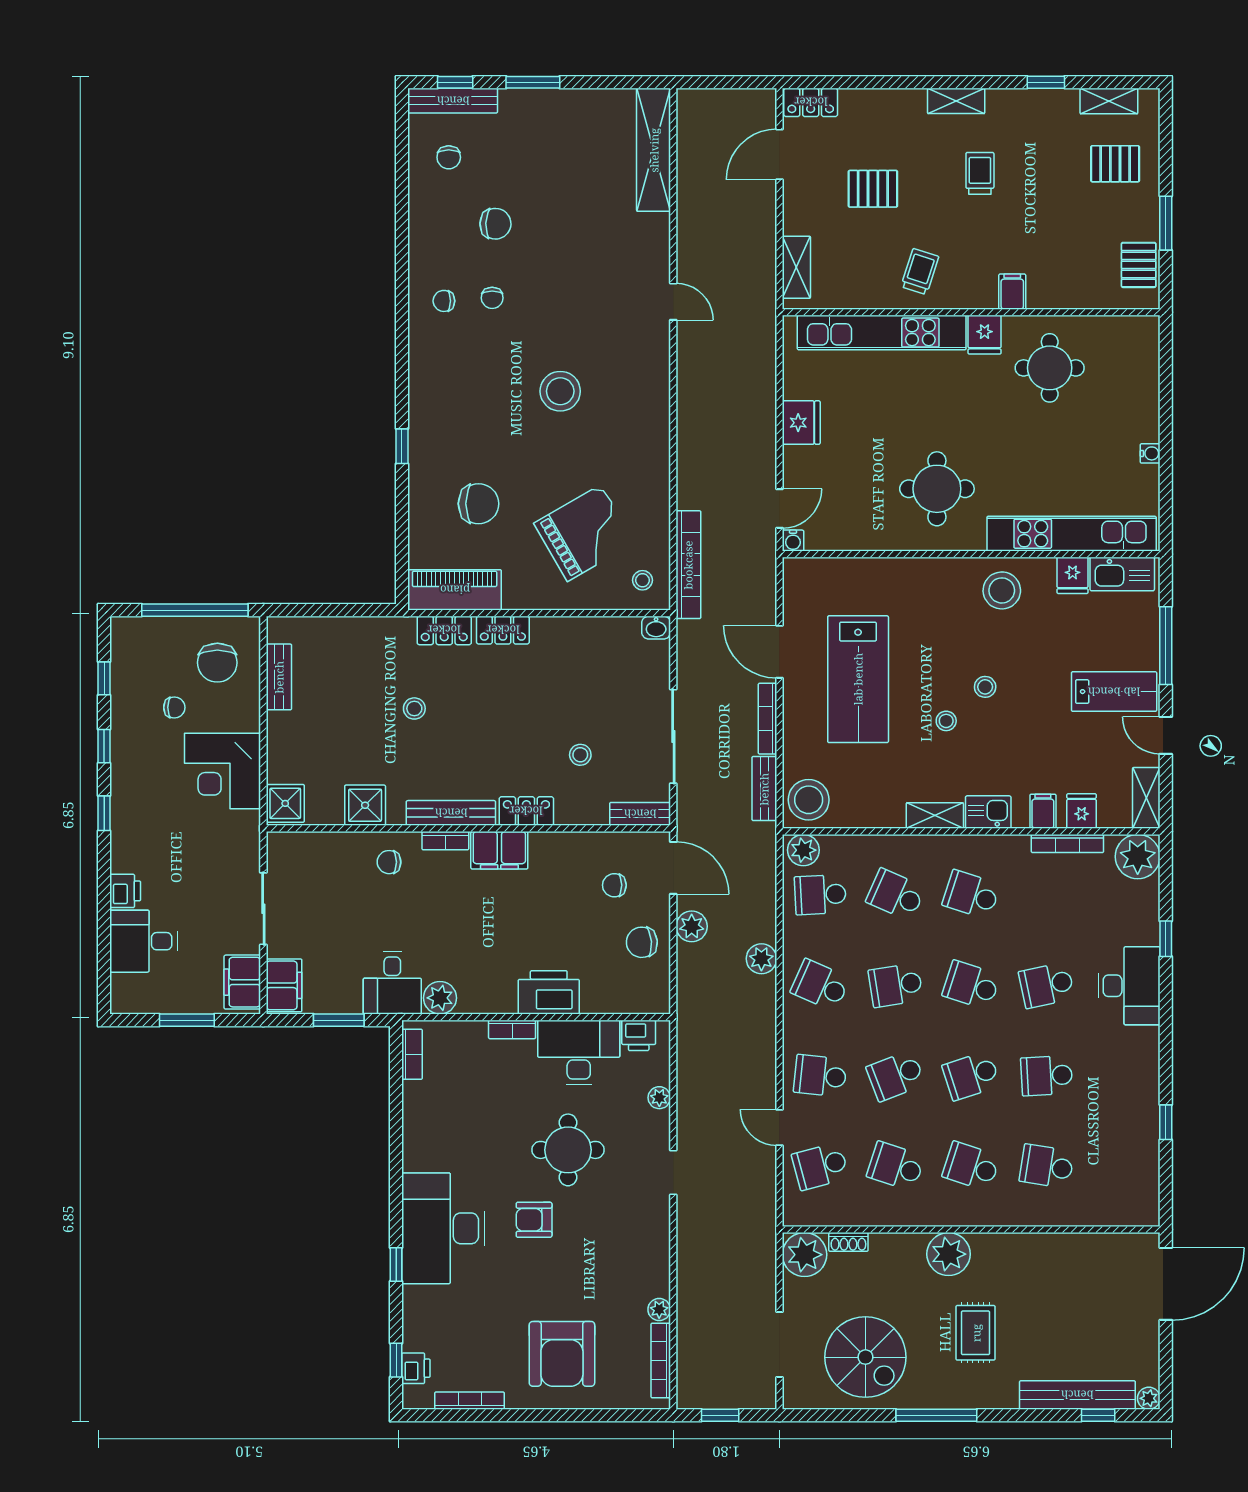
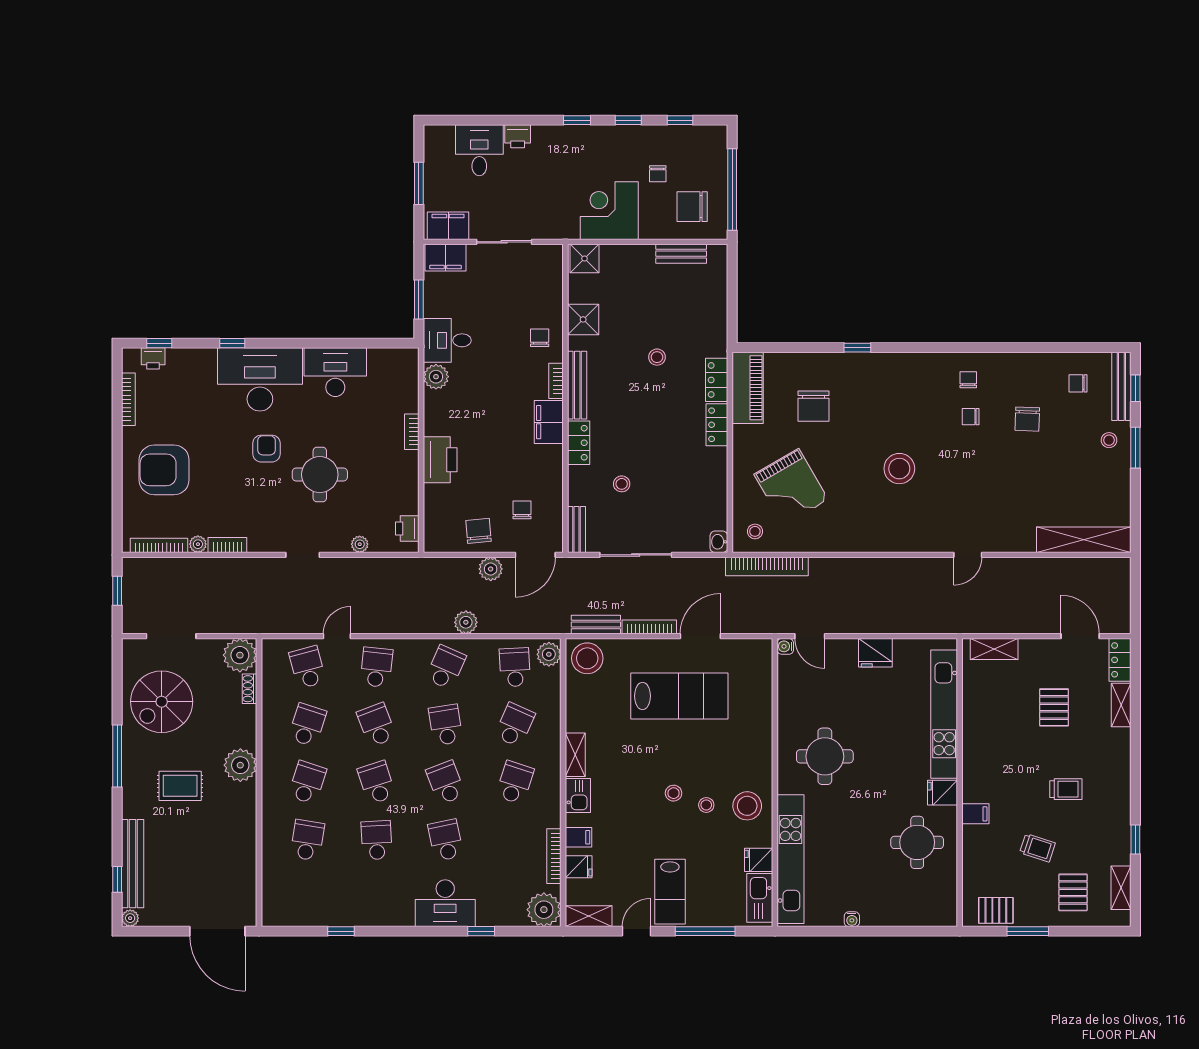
shelving: (956, 101) -> (1121, 705), moved
stool: (523, 117) -> (1109, 440), added
trolley: (920, 272) -> (1037, 848), moved
lab bench: (858, 679) -> (679, 696), turned 180
stool: (946, 721) -> (706, 805), moved
school desk: (971, 985) -> (446, 782), turned -39
desk: (579, 1052) -> (335, 372), moved, turned -90
bookcase: (412, 1054) -> (227, 545), moved, turned 180

